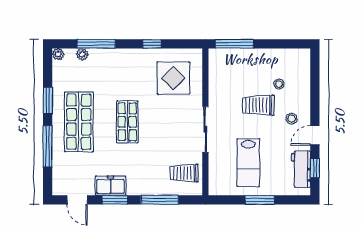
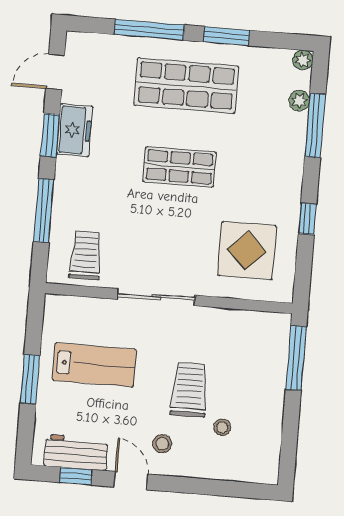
lab bench: (248, 163) -> (94, 365), turned 180

